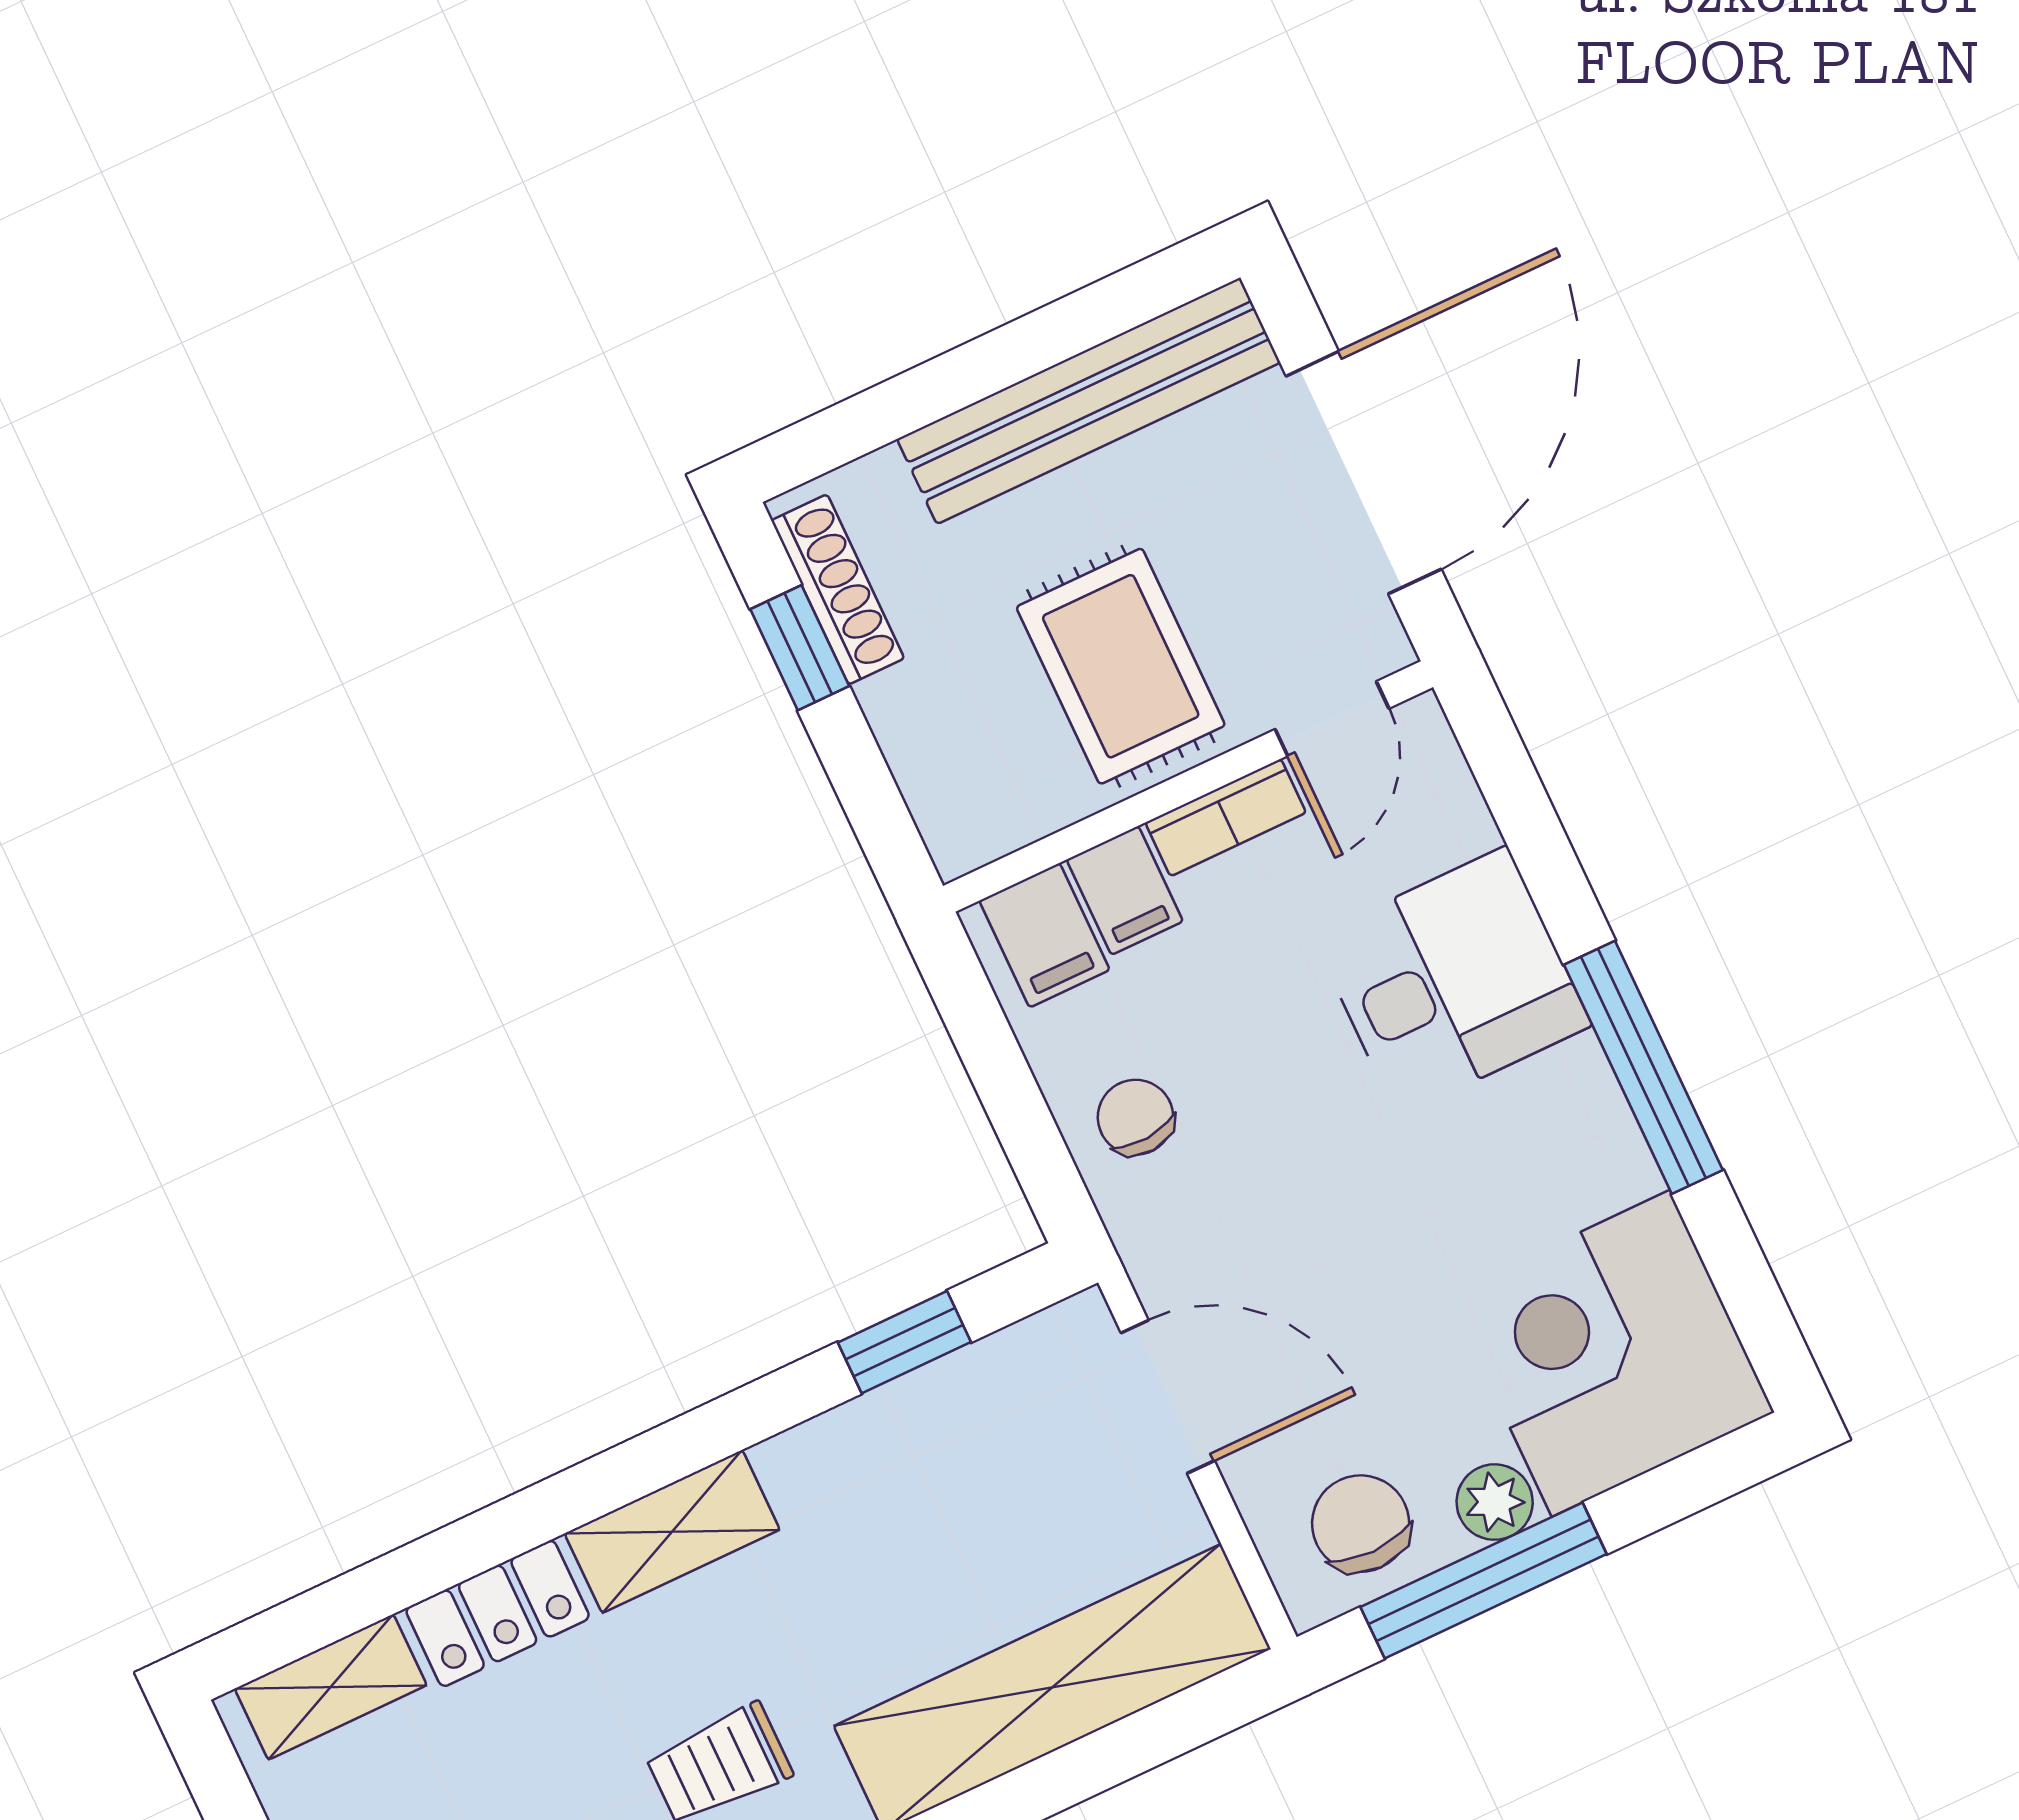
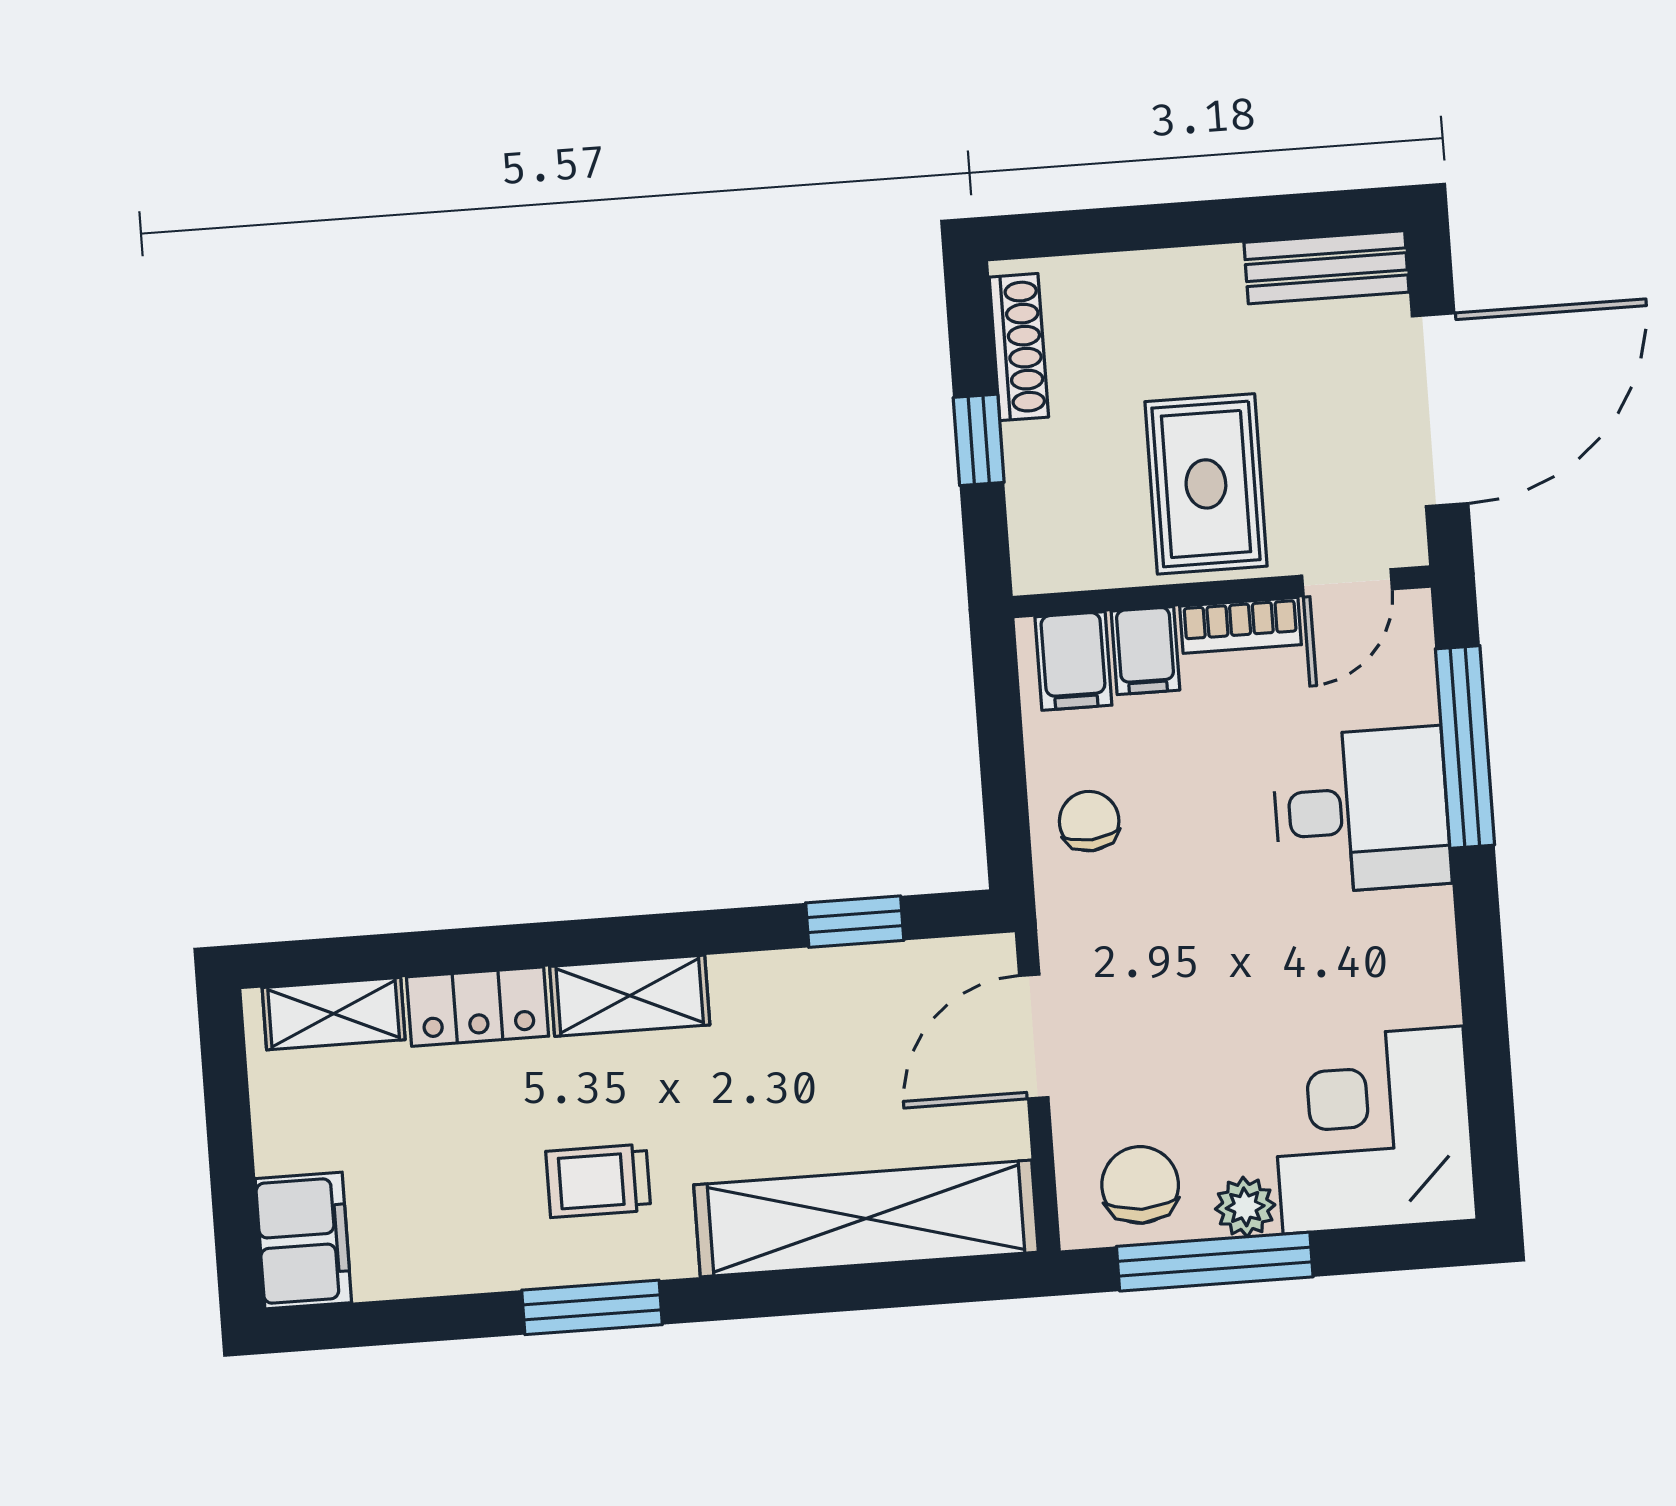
bench: (1089, 401) -> (1326, 267), width x0.54, depth x0.82
window: (800, 648) -> (979, 440), moved
window: (1643, 1067) -> (1465, 747), moved
door: (1168, 1397) -> (1034, 1037), swing flipped

